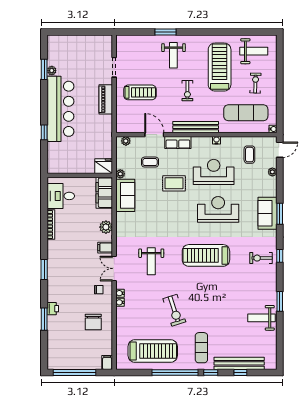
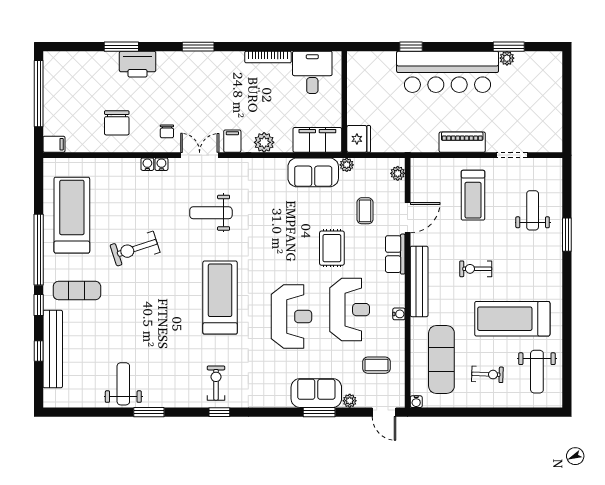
weight bench: (173, 55) -> (533, 210), moved, turned 90
treadmill: (220, 67) -> (512, 319), turned 180
sofa: (267, 213) -> (316, 393), moved
window: (280, 214) -> (319, 412), moved
printer: (53, 309) -> (138, 64), width x1.87, depth x1.48
chair: (93, 322) -> (117, 123), turned -90
treadmill: (153, 351) -> (72, 215), turned 180

